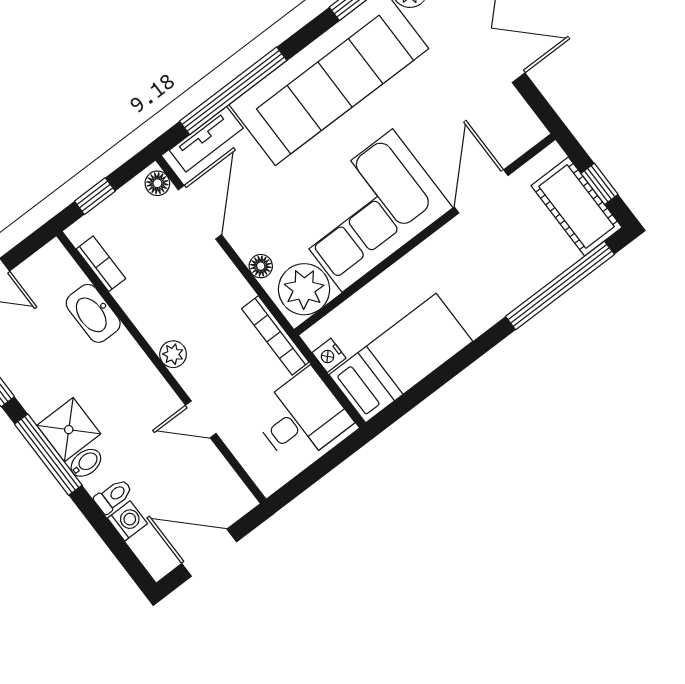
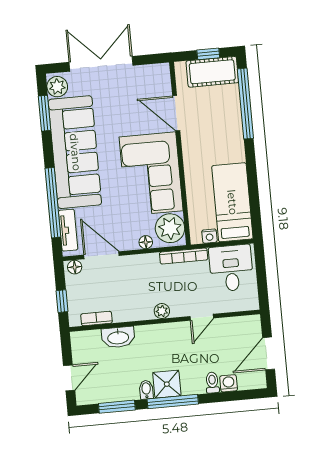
bidet: (86, 463) -> (146, 390), moved

